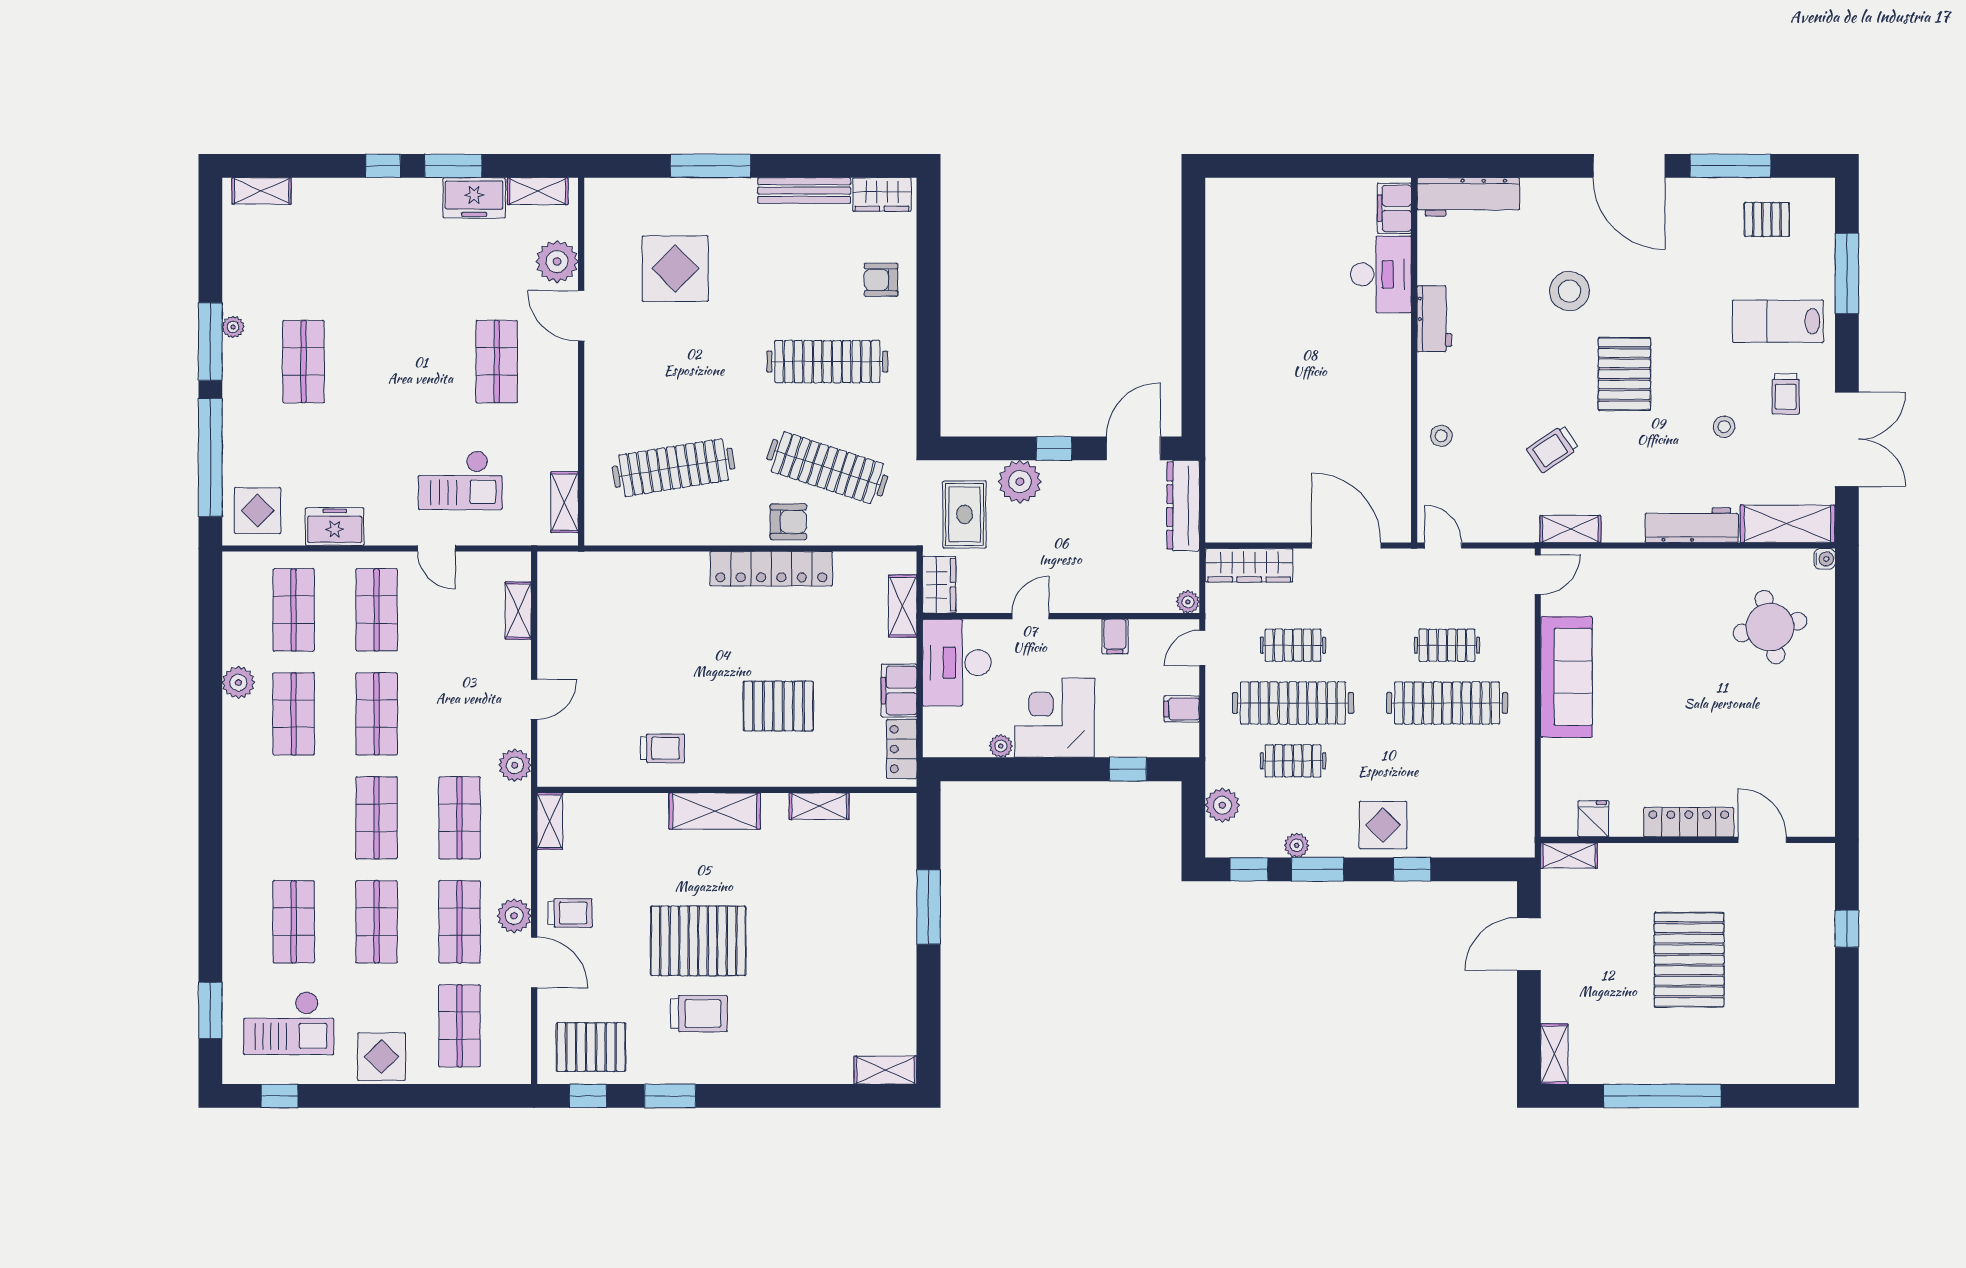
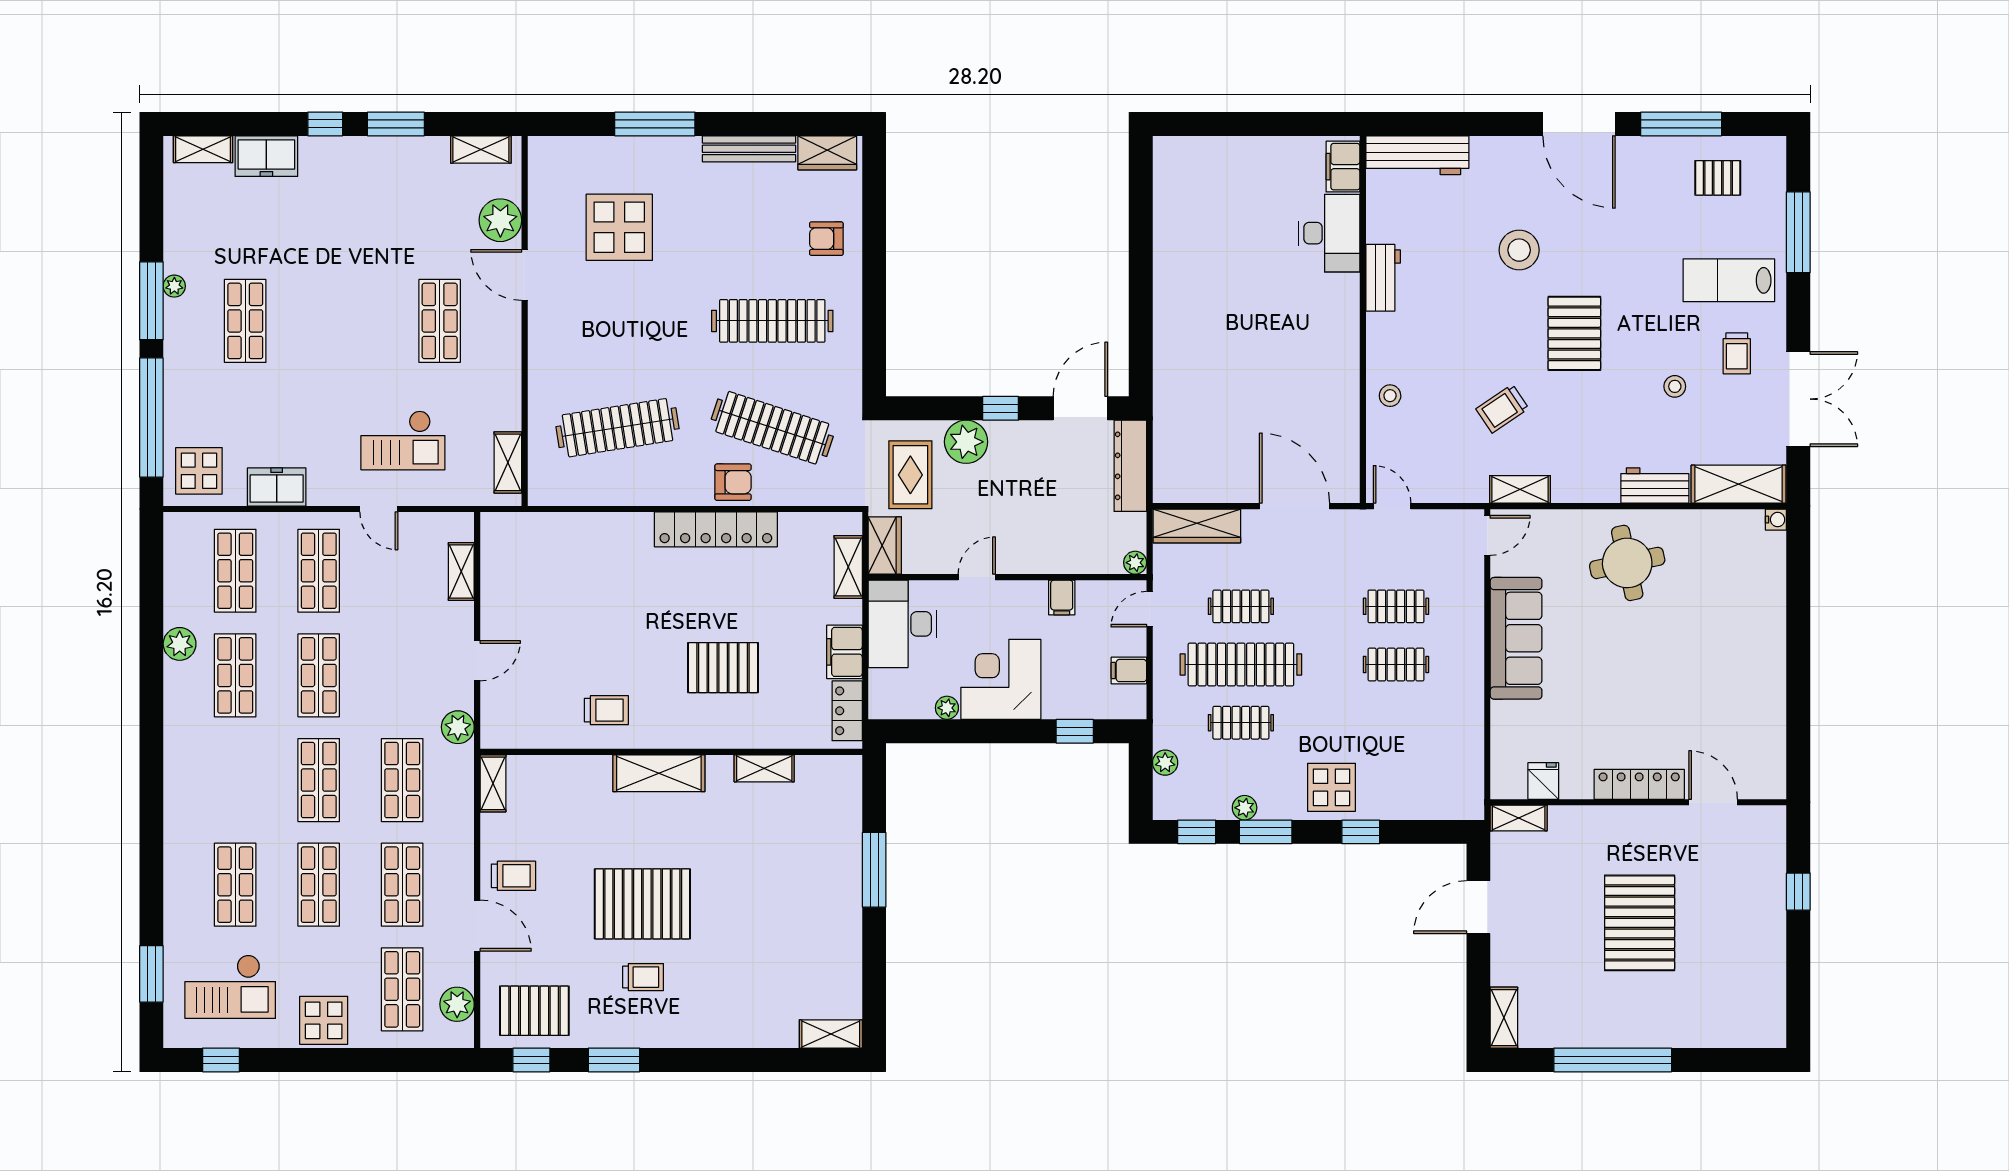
freezer: (474, 198) -> (266, 156), moved
workbench: (1692, 525) -> (1655, 486), width x0.73
round table: (1770, 627) -> (1627, 563), moved
clothes rail: (1447, 703) -> (1396, 665), width x0.54, depth x0.76
plant: (1222, 805) -> (1165, 763), width x0.73, depth x0.73
plant: (514, 916) -> (457, 1004), moved
trolley: (699, 1014) -> (643, 977), width x0.73, depth x0.72

